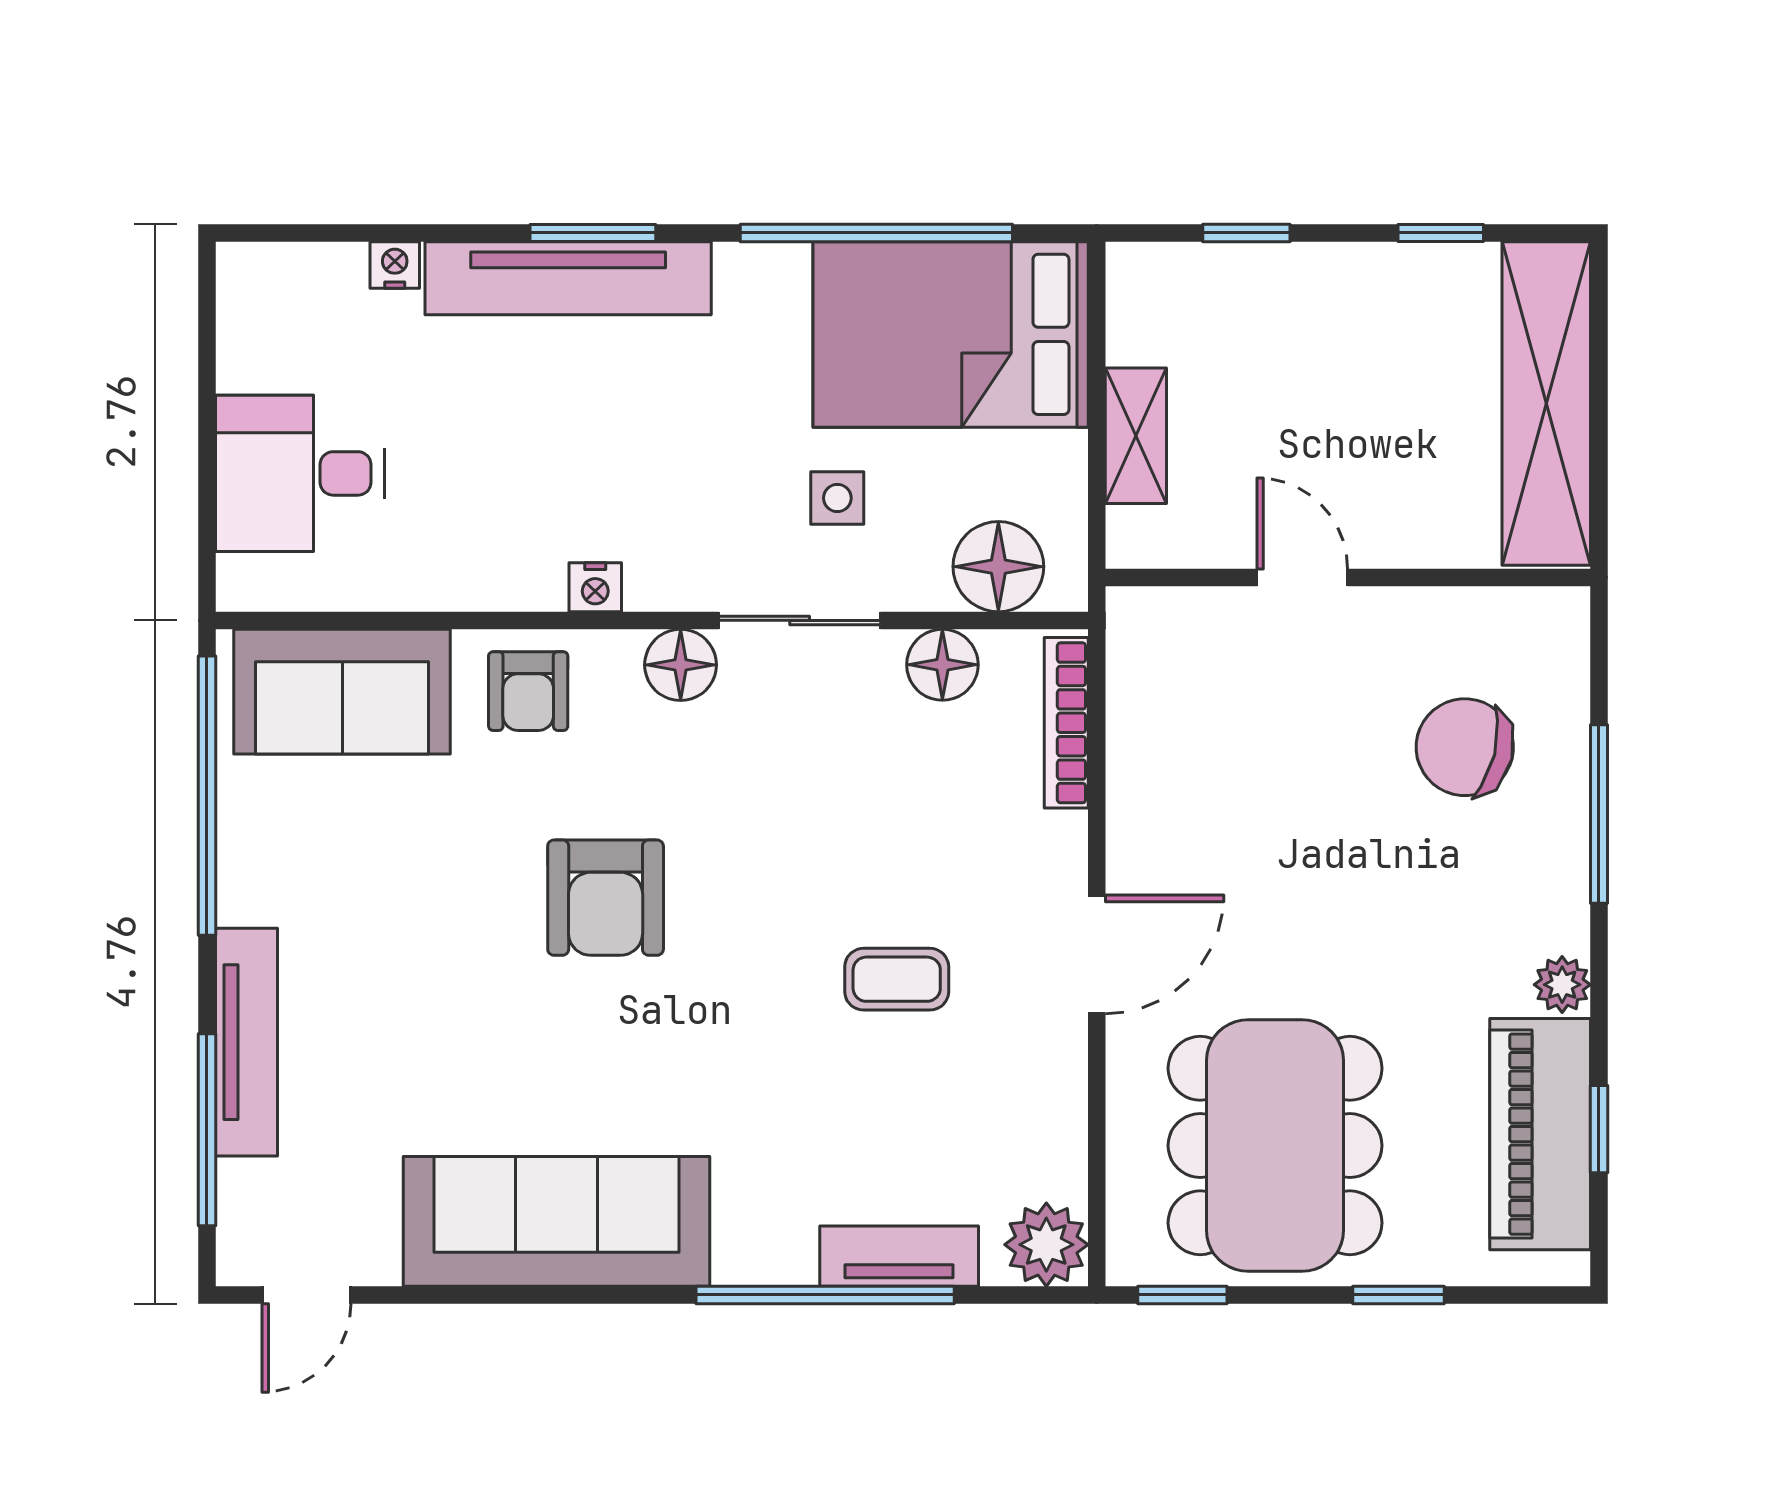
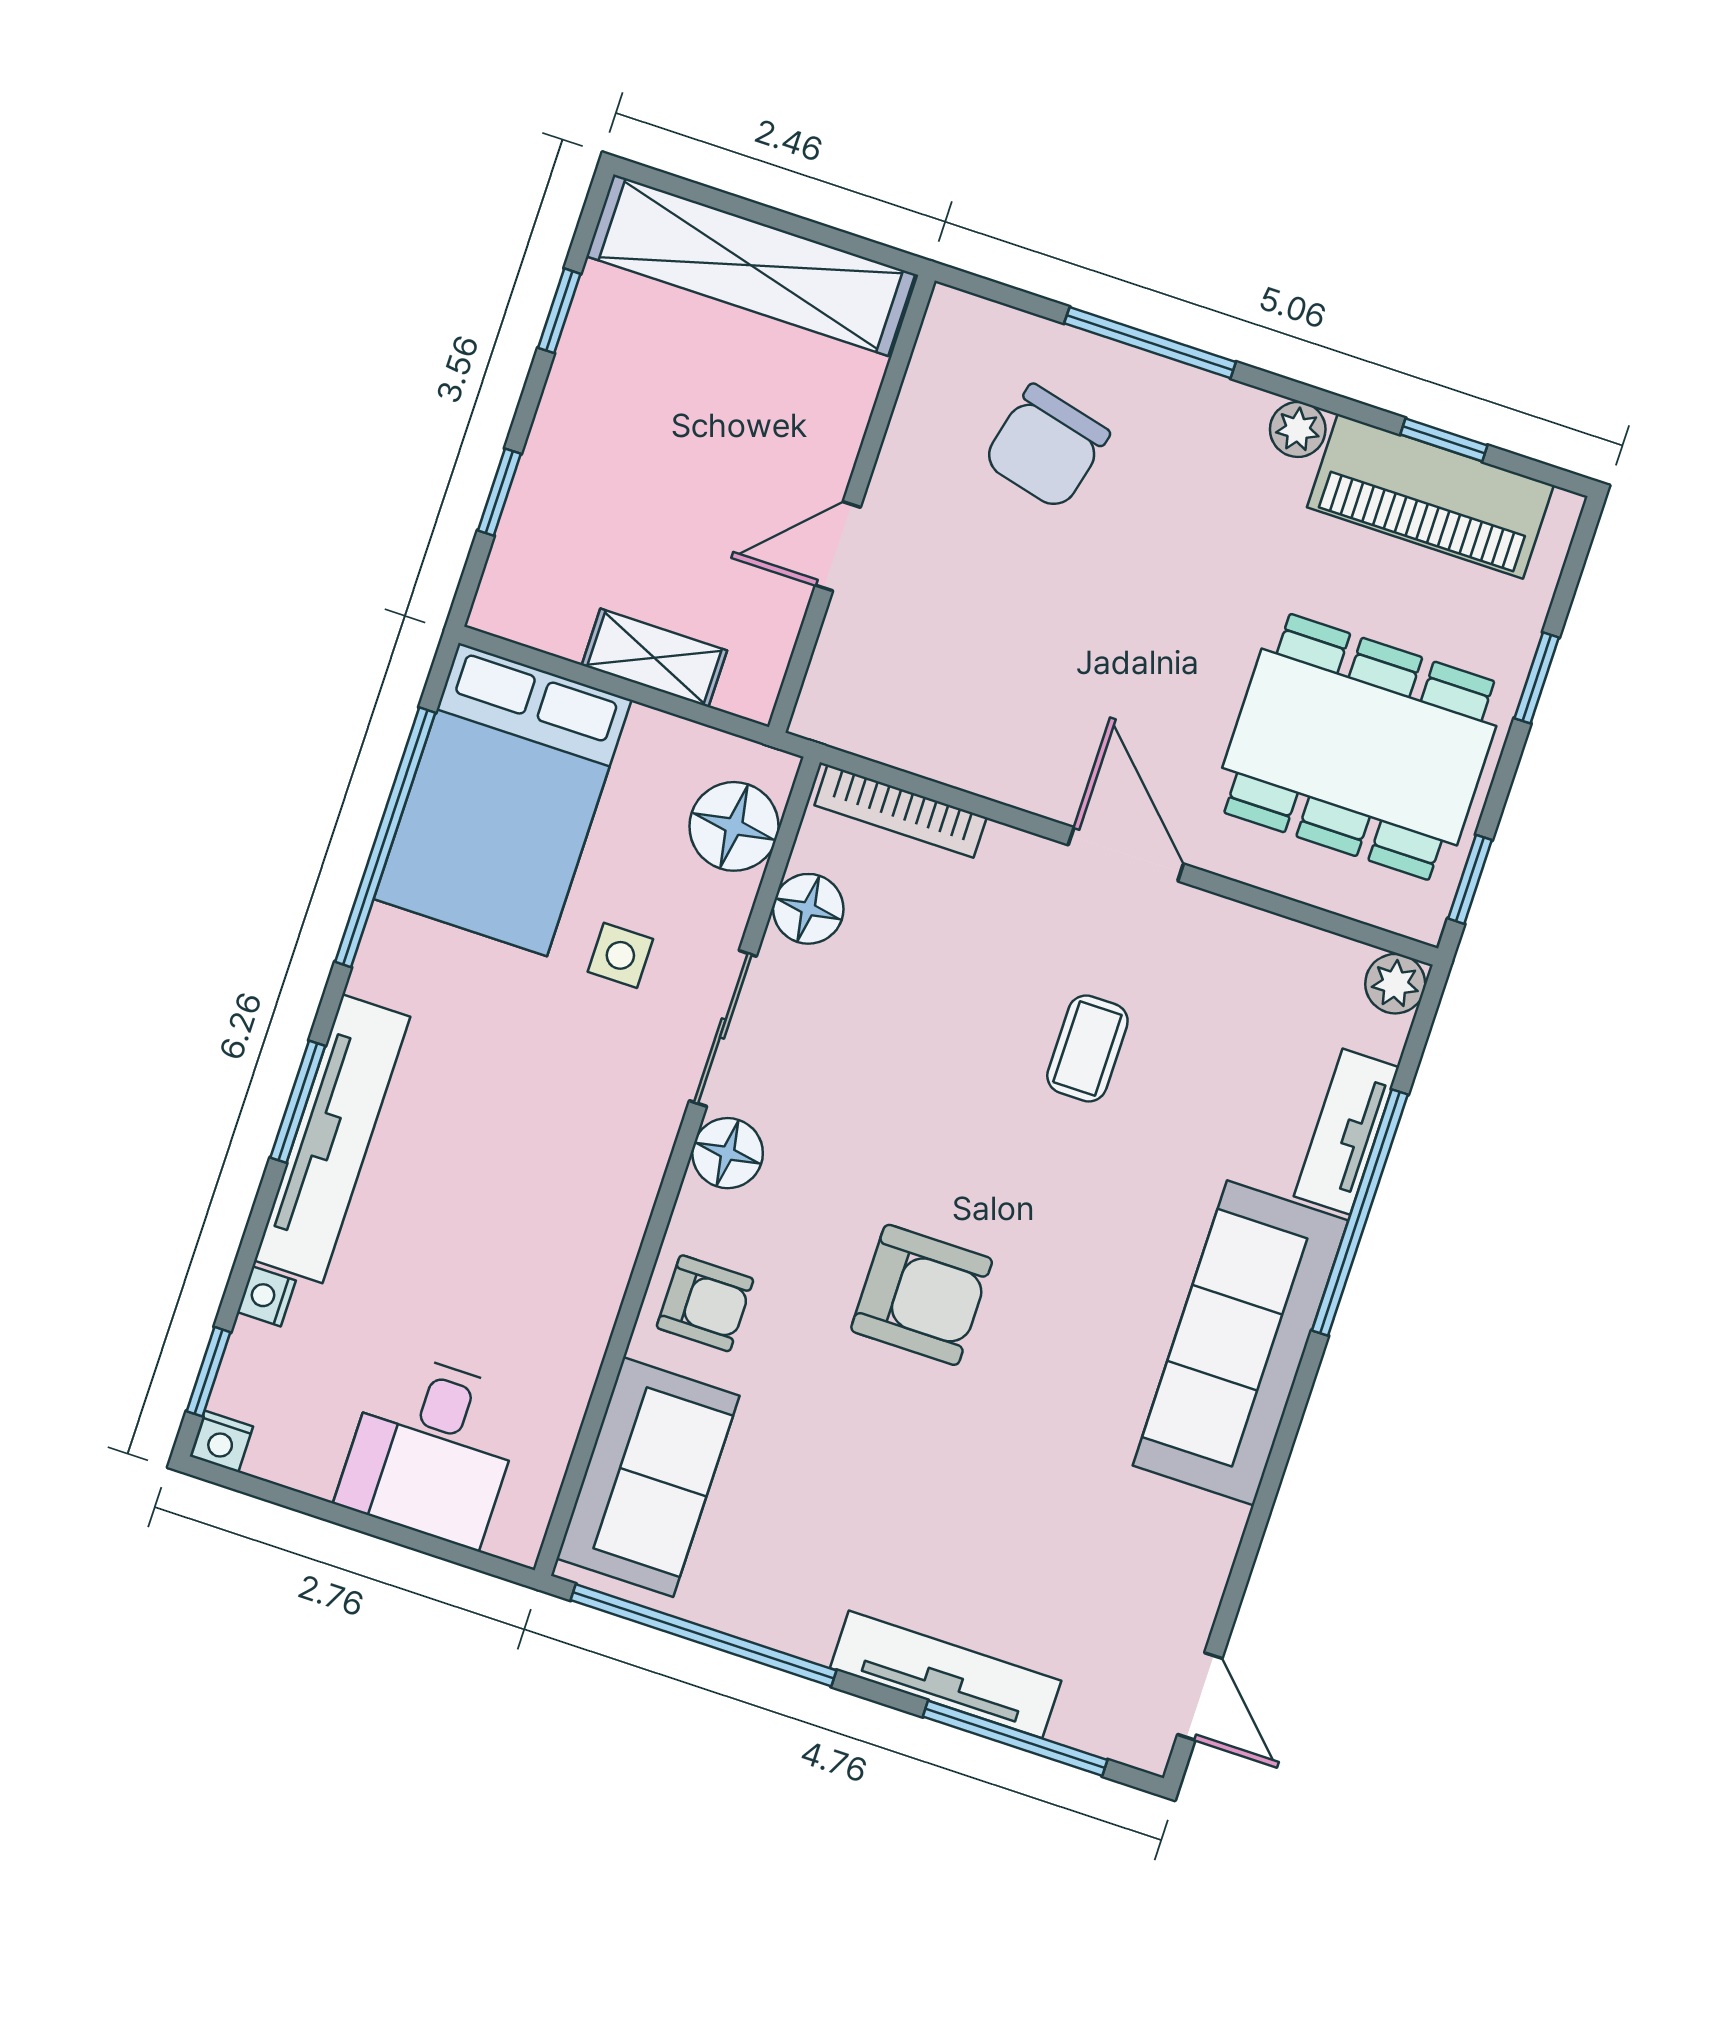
window: (303, 233) -> (208, 1372), added
nightstand: (595, 587) -> (221, 1441), moved, turned 90
sofa: (557, 1221) -> (1241, 1343), moved
plant: (1046, 1245) -> (1395, 984), width x0.73, depth x0.73

